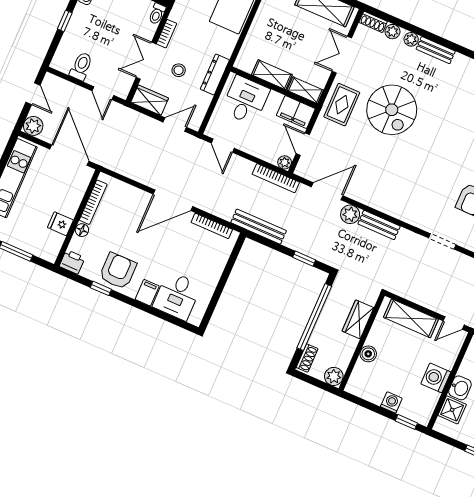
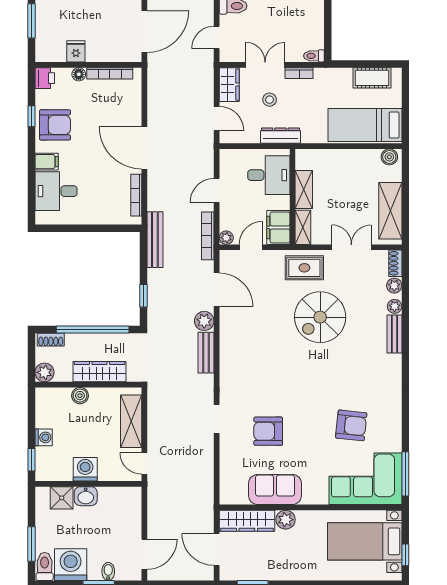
door: (223, 146) -> (217, 190), moved
wardrobe: (358, 319) -> (99, 372), width x1.50

